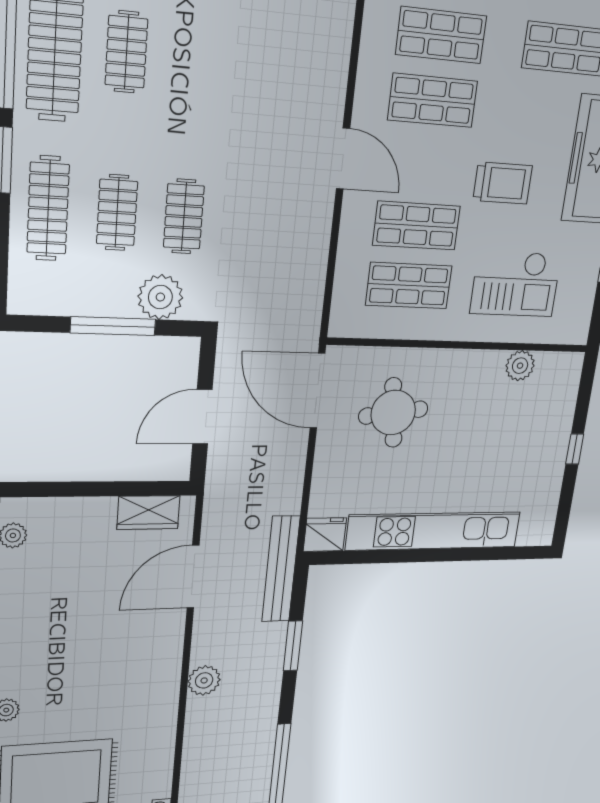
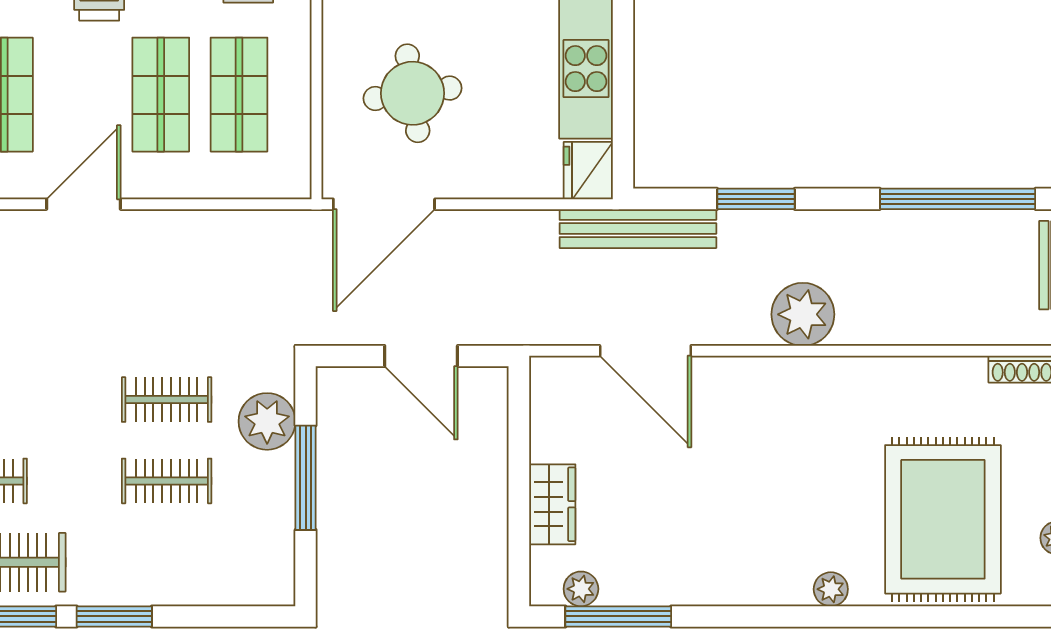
clothes rail: (48, 209) -> (167, 562), removed
wardrobe: (149, 513) -> (552, 504), moved
plant: (204, 680) -> (803, 314), width x1.36, depth x1.36

